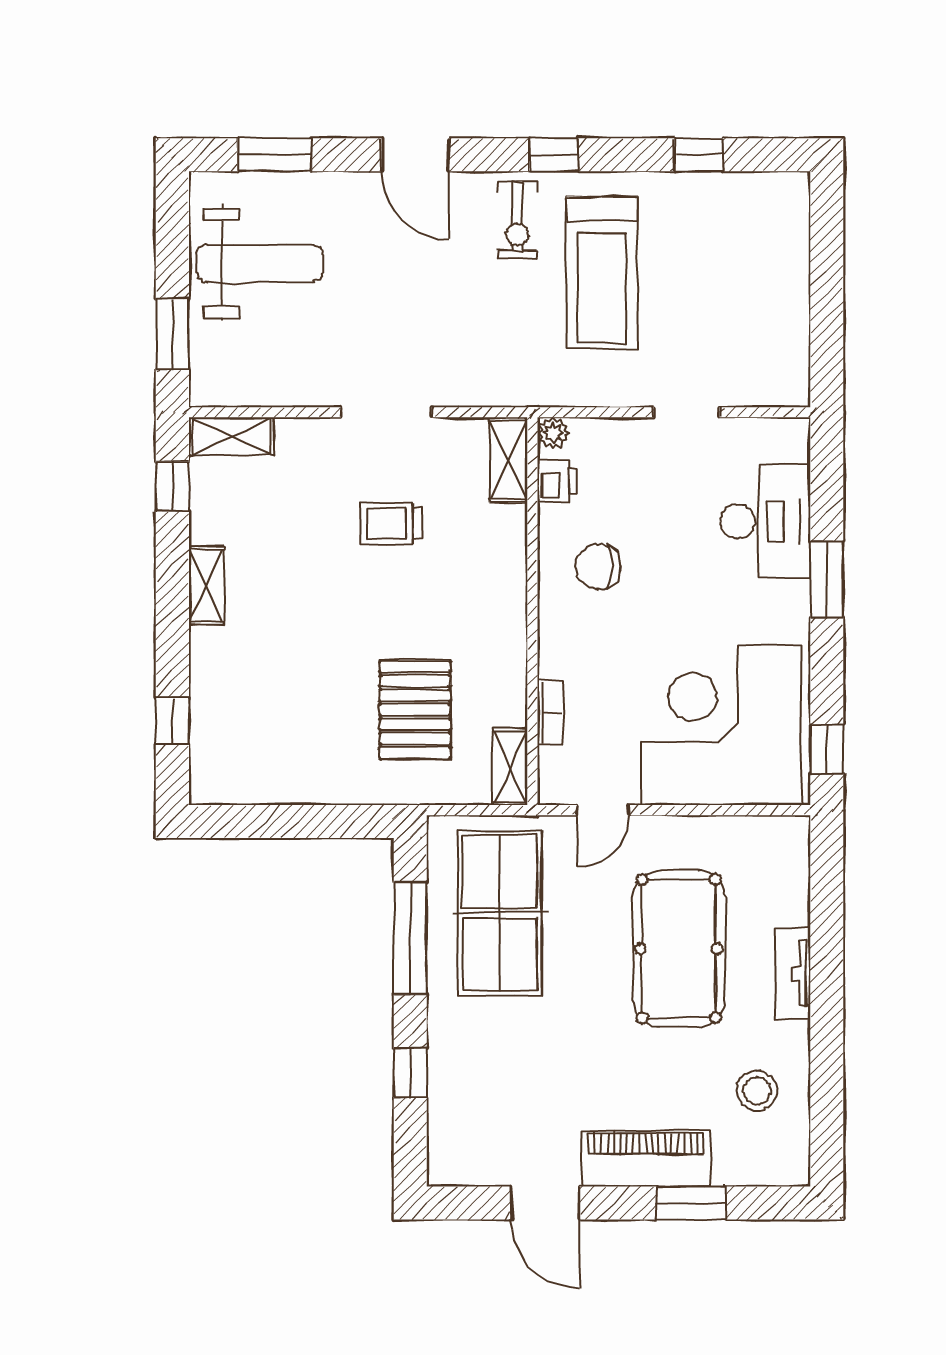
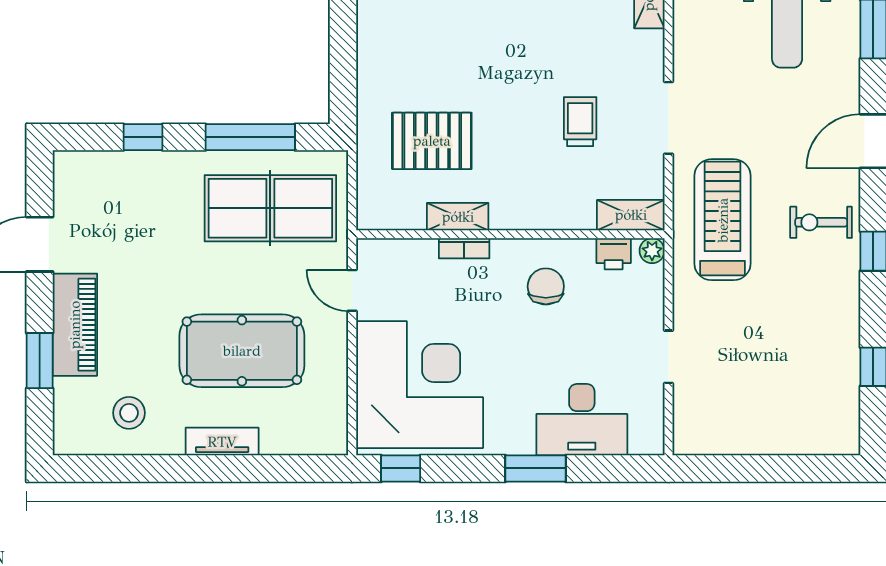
treadmill: (602, 273) -> (723, 220), moved, turned 90
bookcase: (550, 712) -> (464, 248), moved
shelving: (510, 767) -> (458, 217), moved

